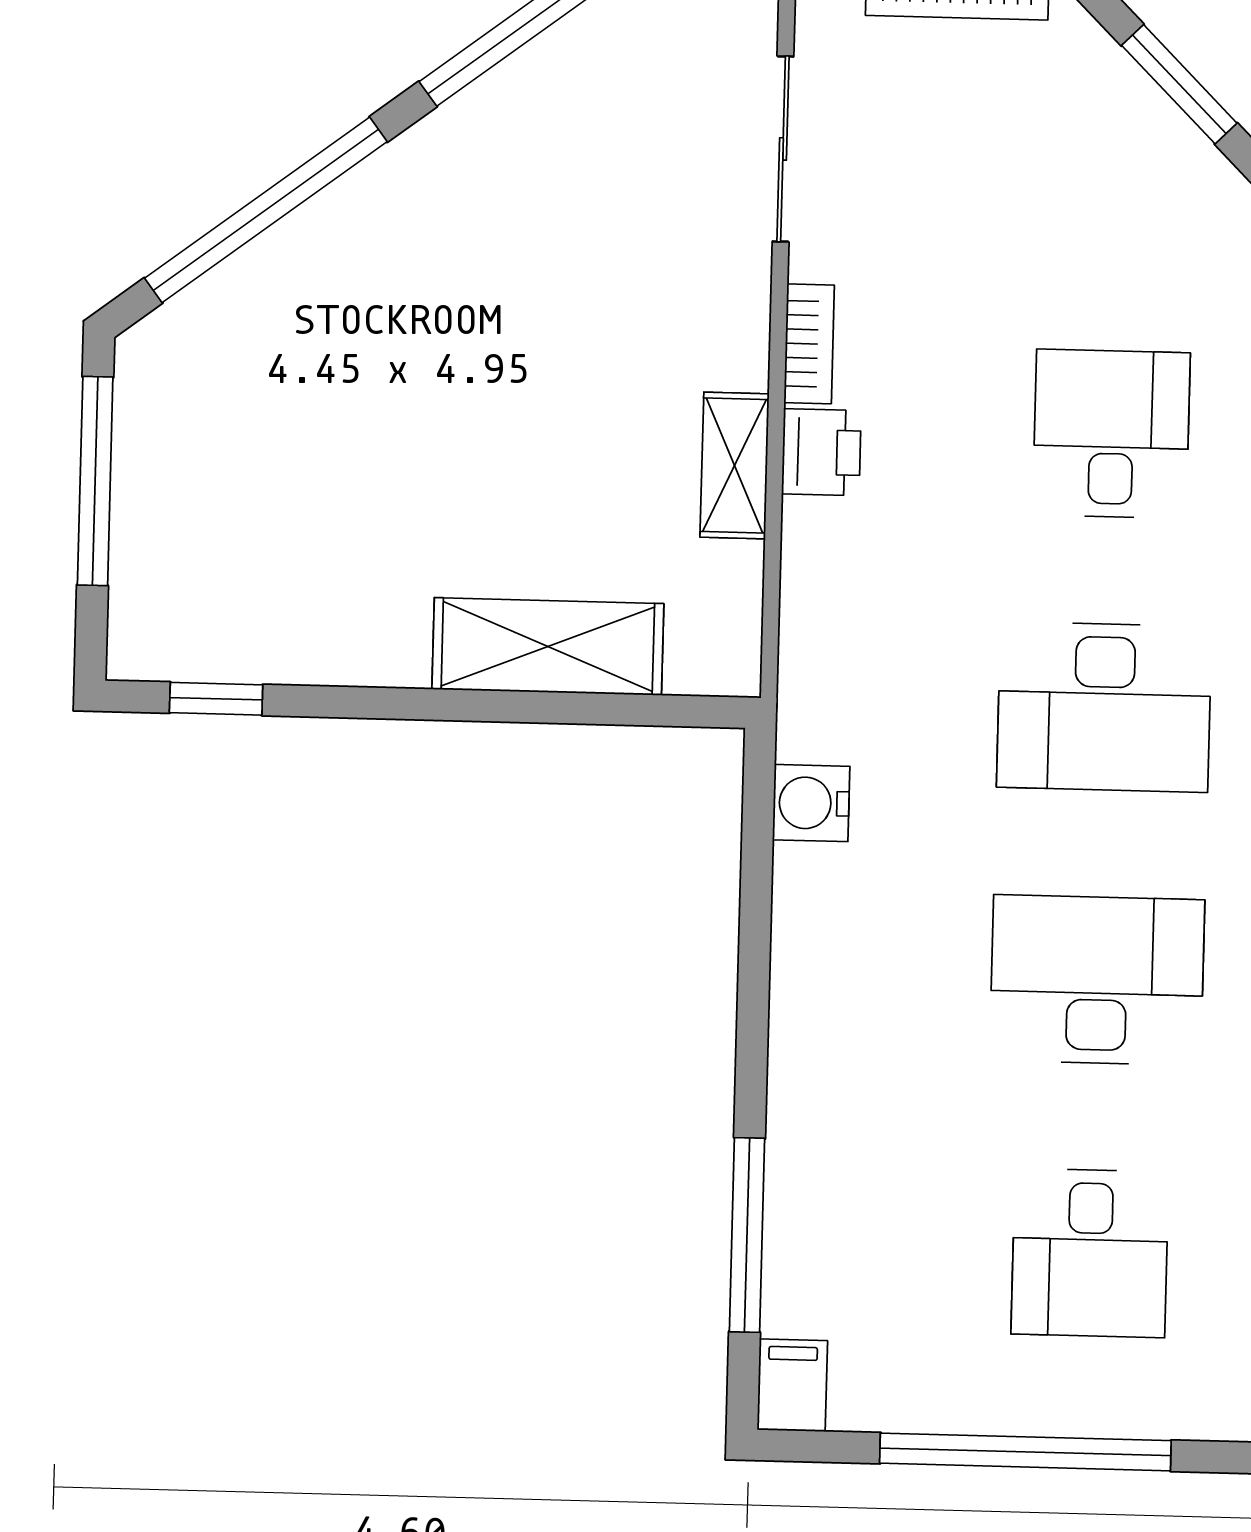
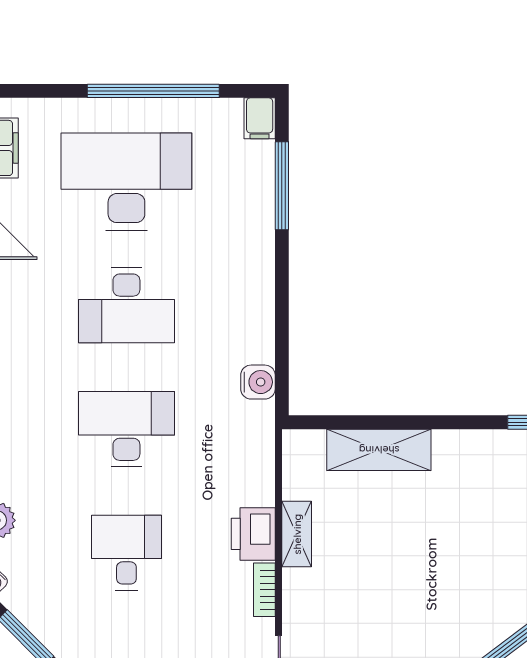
desk: (1111, 434) -> (126, 553), turned 180
printer: (821, 452) -> (253, 534), width x1.36, depth x1.24
desk: (1090, 1253) -> (126, 182), width x1.87, depth x1.30

